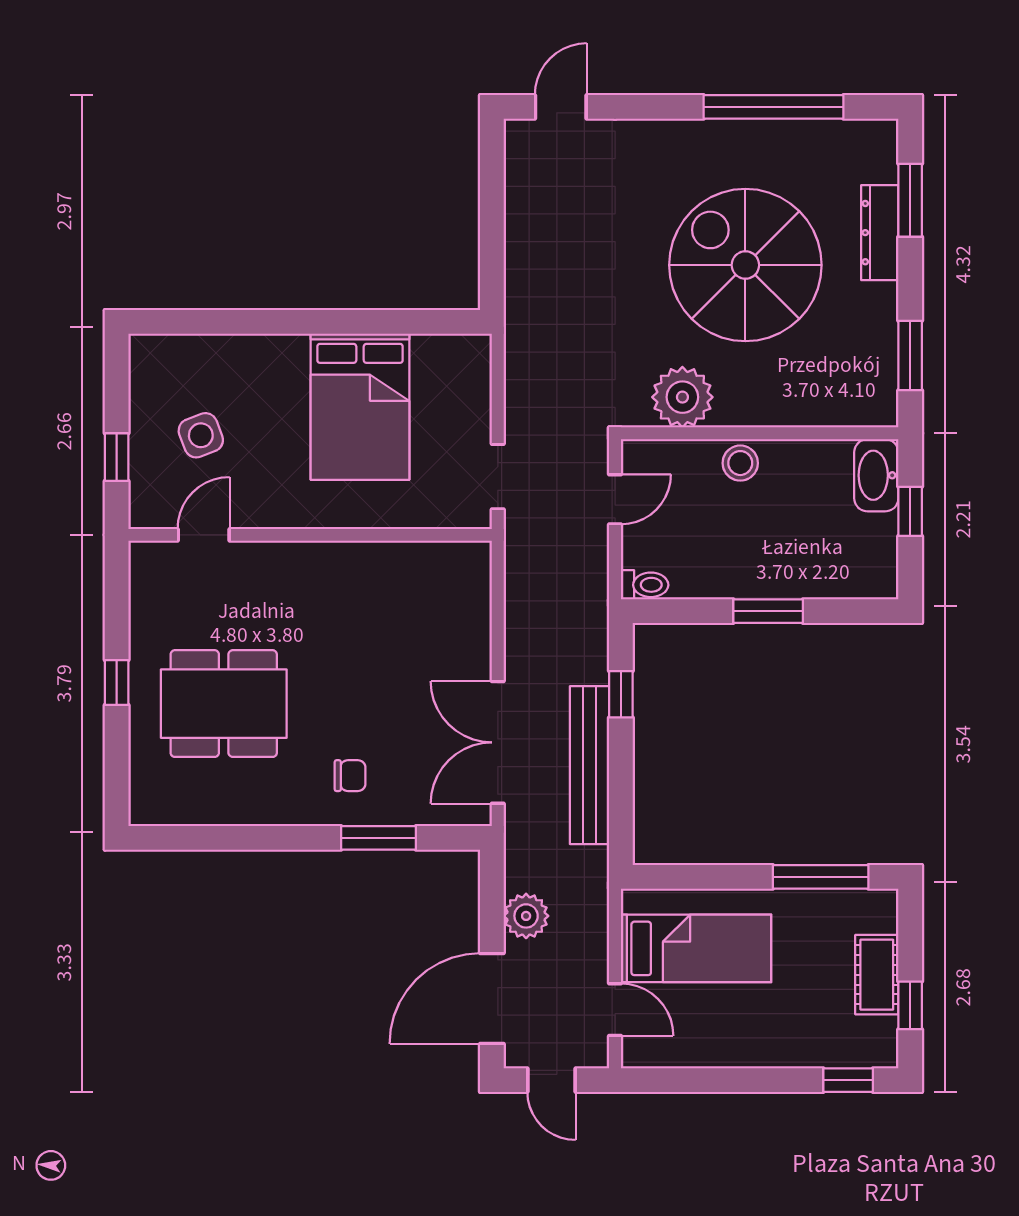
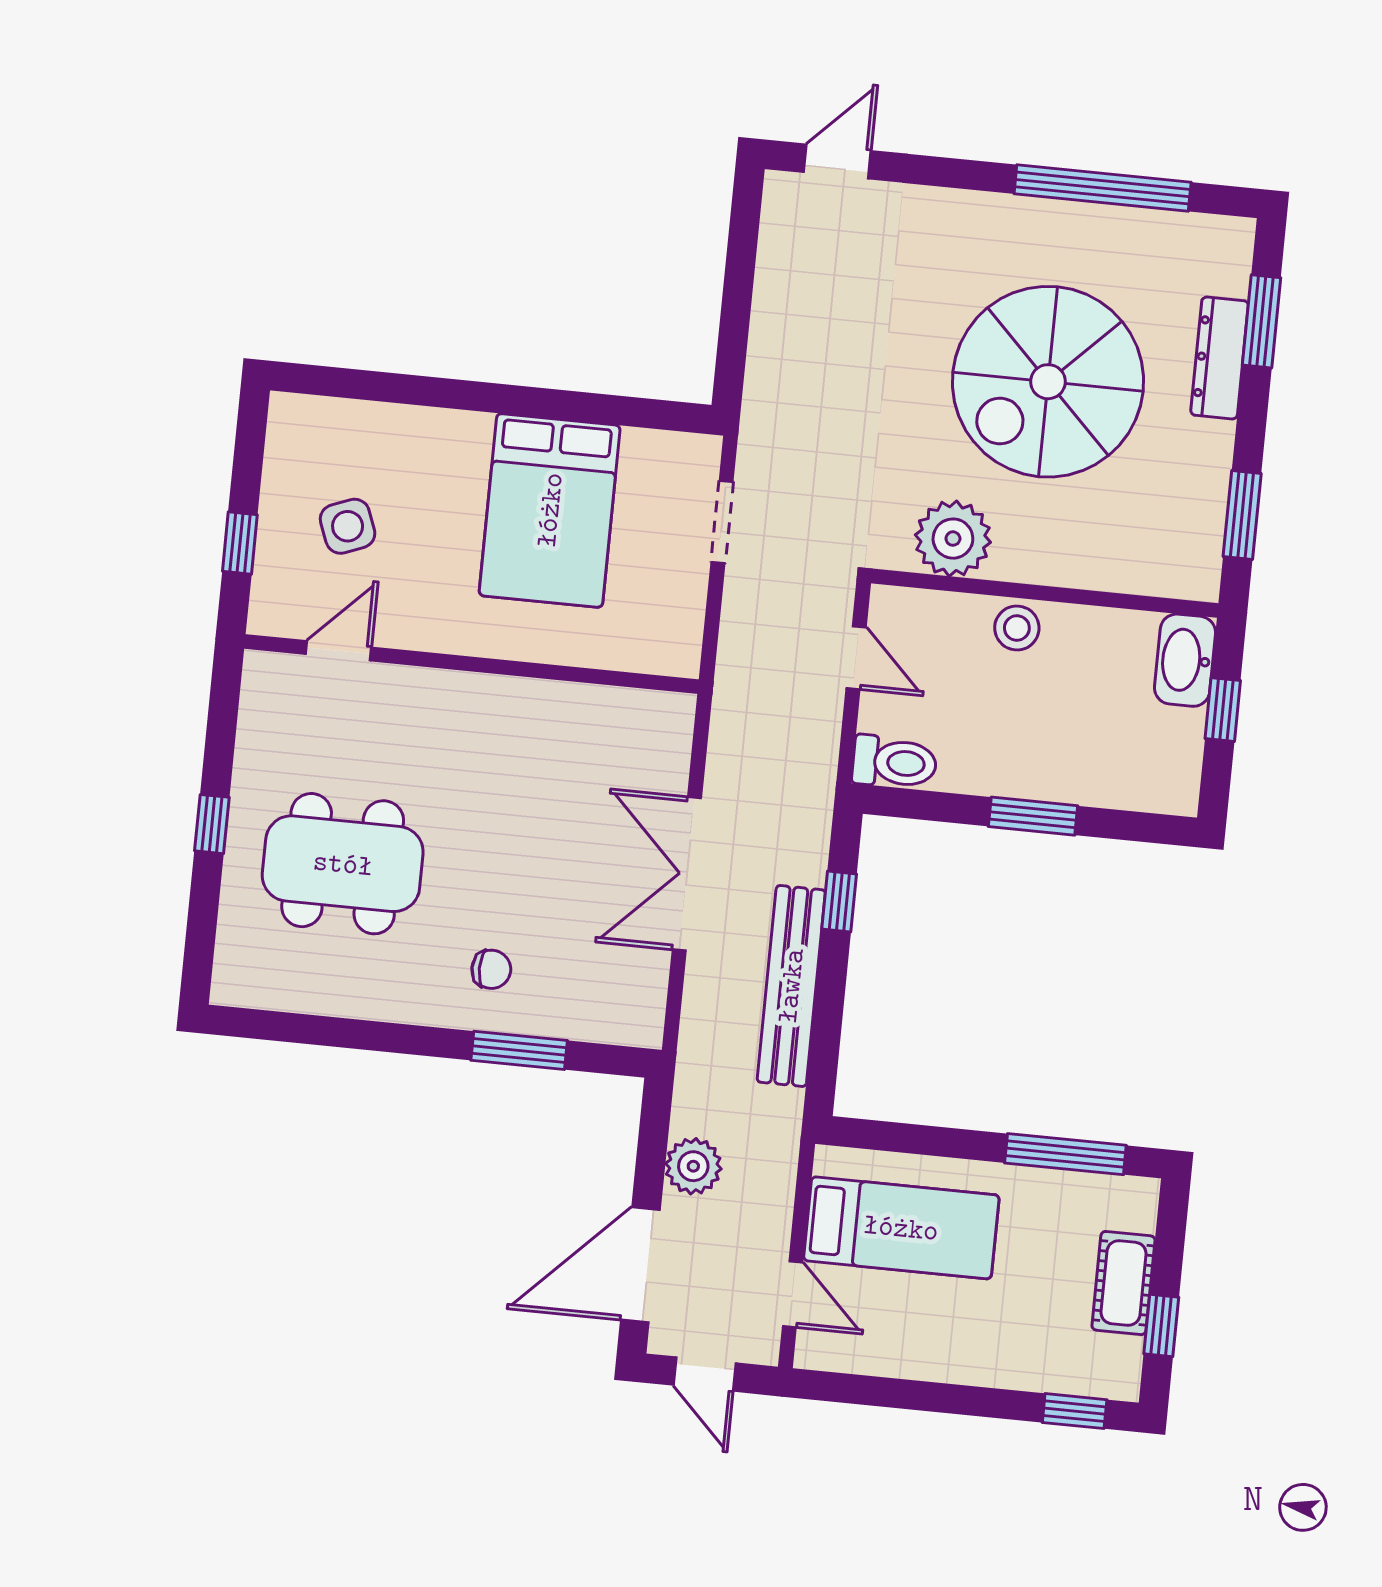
spiral stairs: (745, 265) -> (1048, 382), turned -90
doorway: (498, 477) -> (722, 522), moved
door: (615, 499) -> (856, 658), hinge flipped
toilet: (645, 585) -> (895, 762), width x1.37, depth x1.39
double door: (498, 742) -> (687, 874), moved

